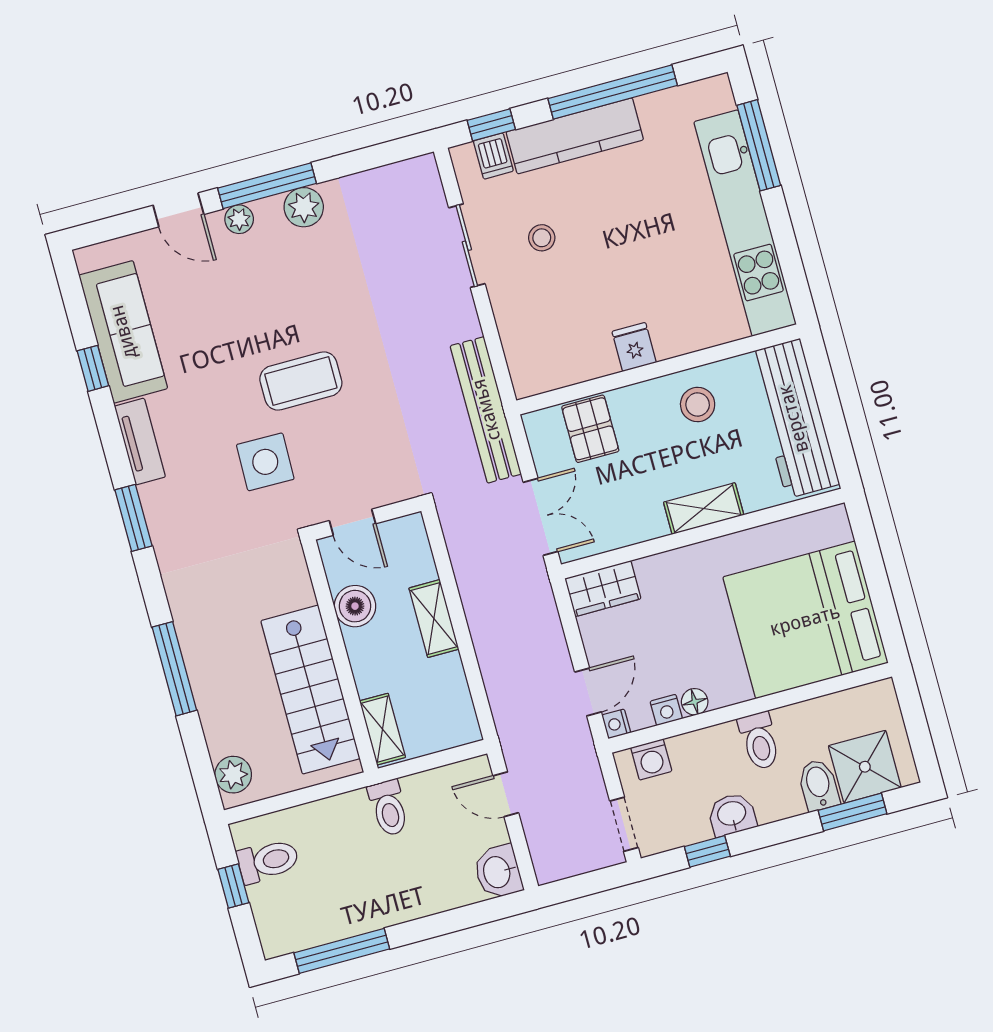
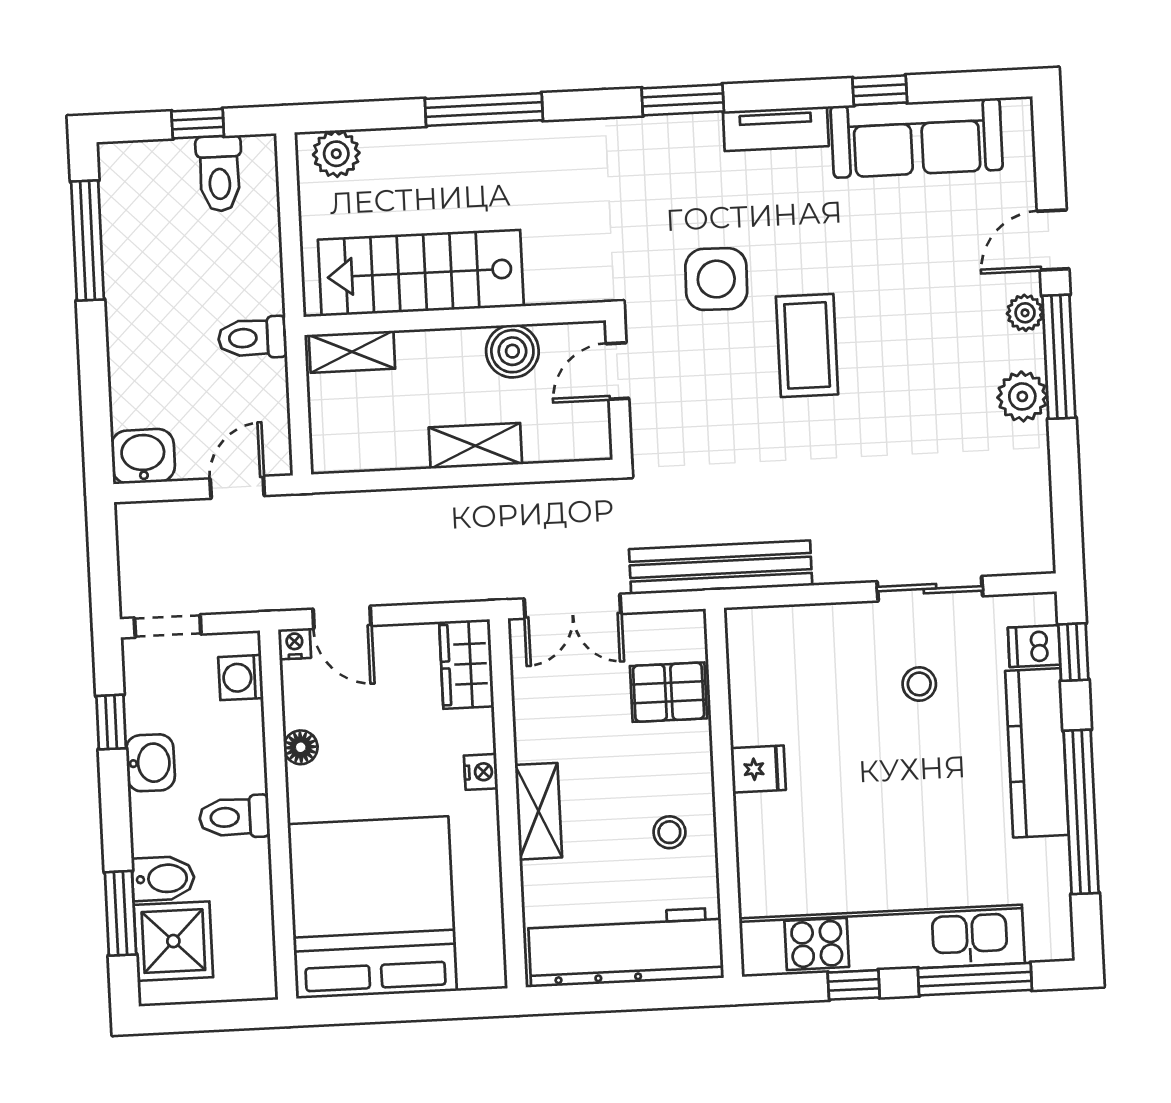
window: (784, 237) -> (854, 985), added
stool: (698, 404) -> (669, 832), width x0.73, depth x0.73
nightstand: (666, 710) -> (481, 772), moved, turned 180

